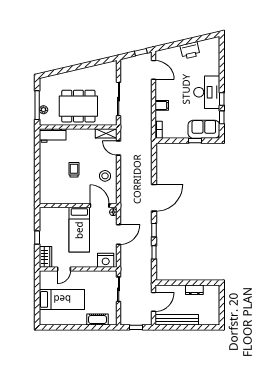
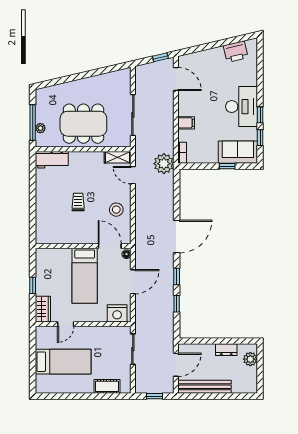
printer: (190, 50) -> (236, 52), moved
plant: (144, 139) -> (164, 164), added
plant: (214, 297) -> (250, 359), added

